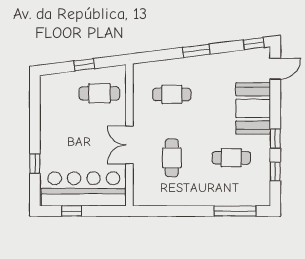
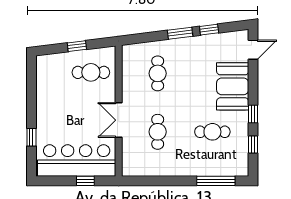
window: (254, 44) -> (209, 30), moved
cafe table: (172, 94) -> (158, 73), turned 90
window: (72, 211) -> (85, 181), moved

